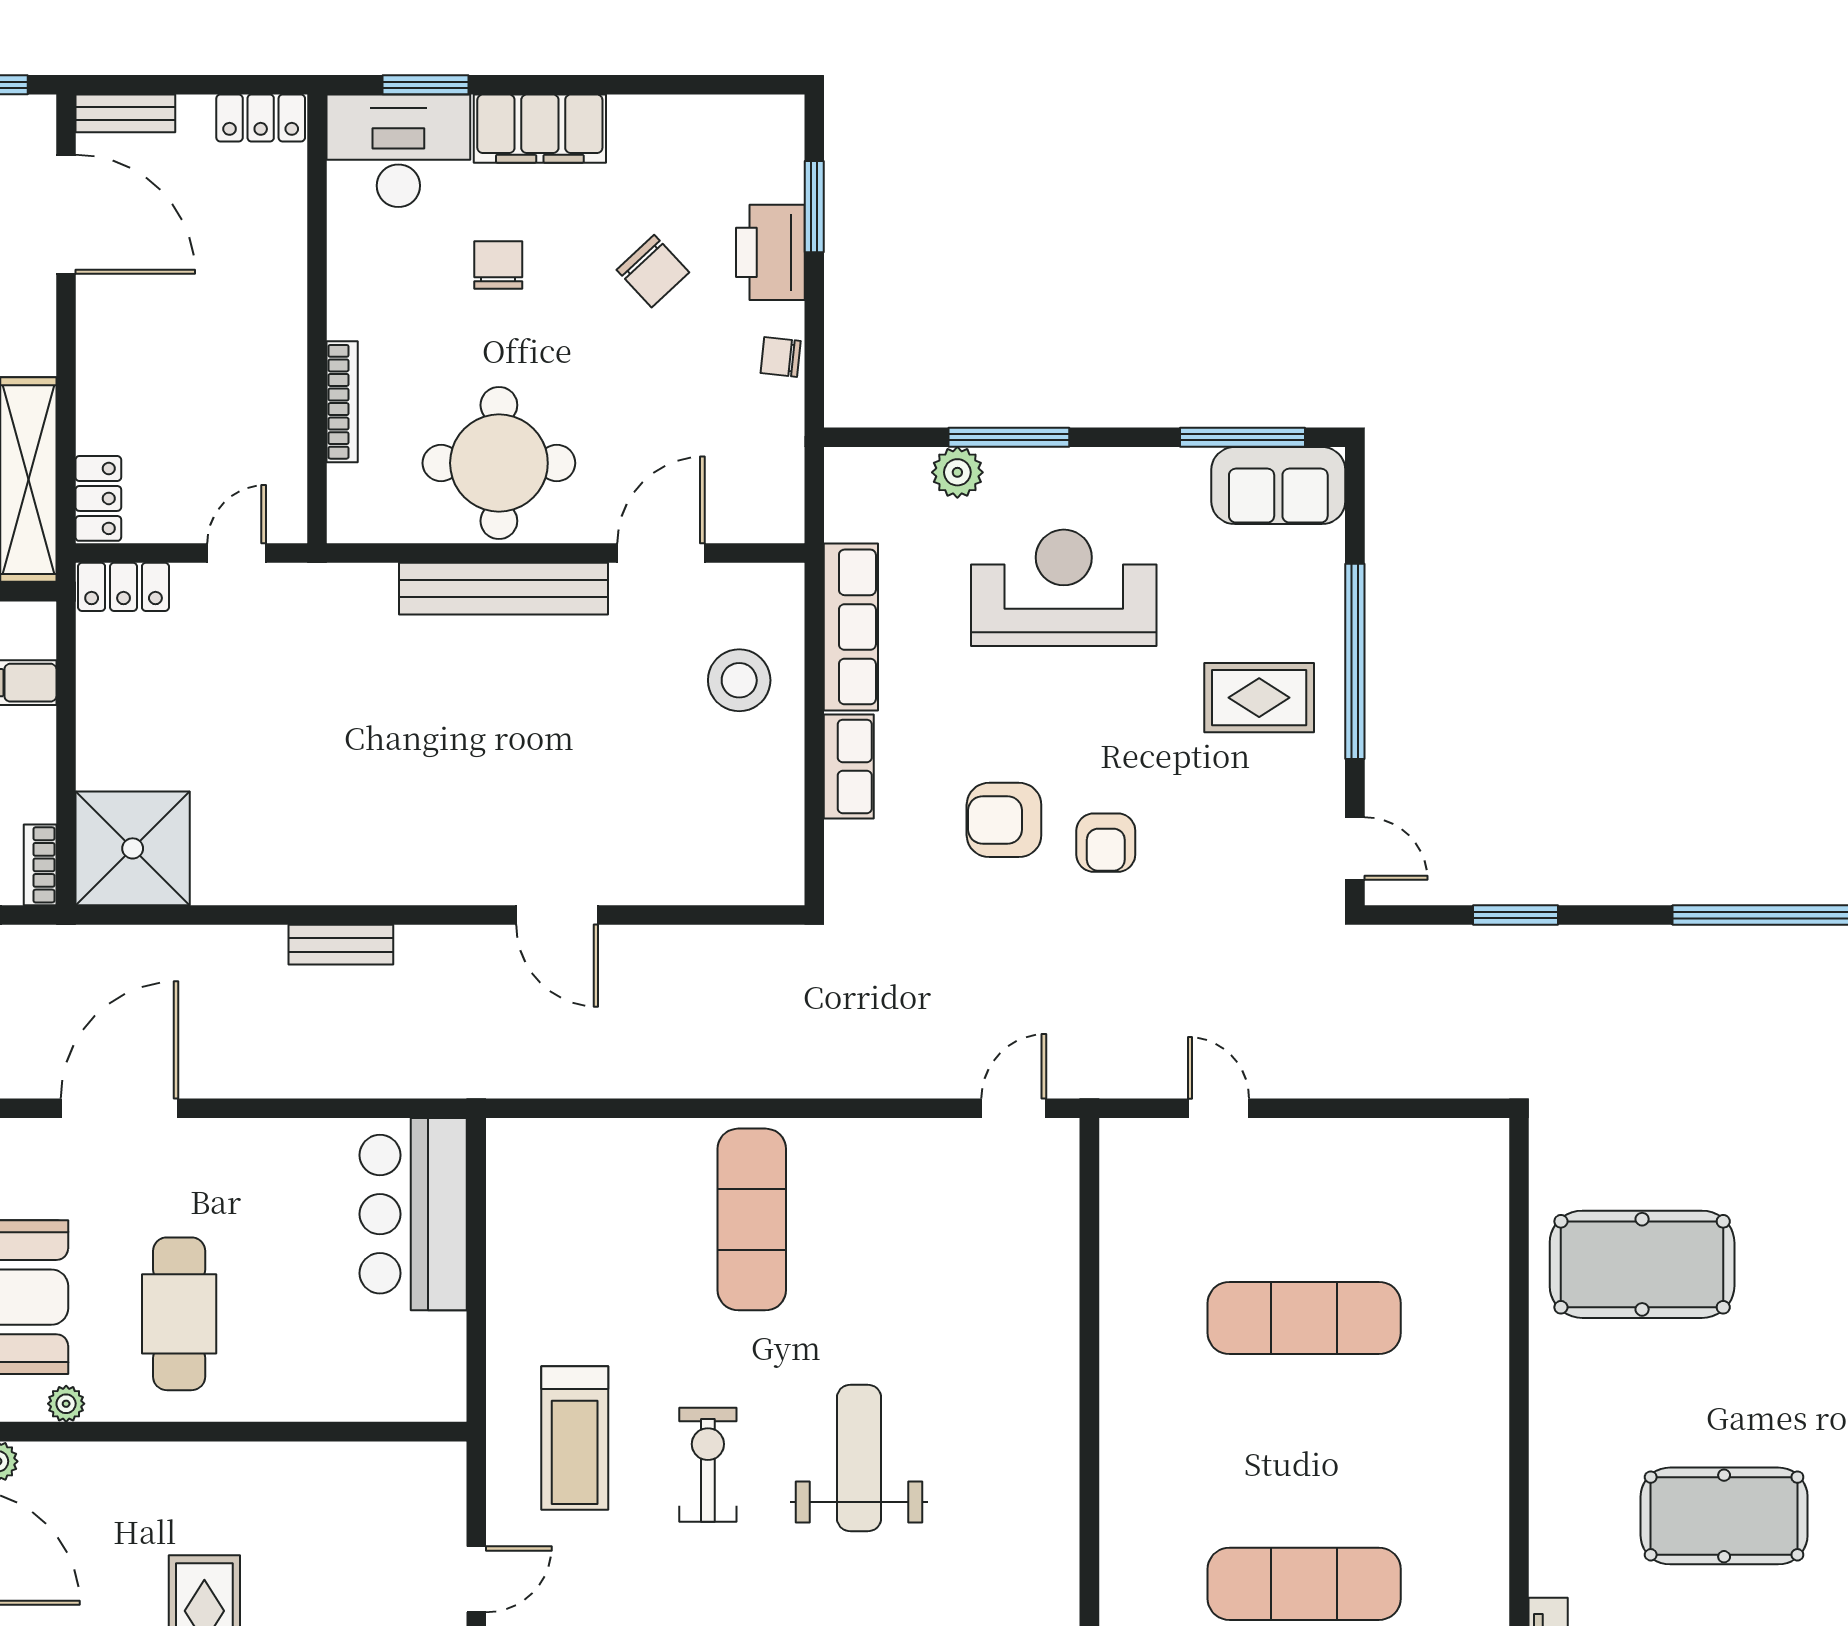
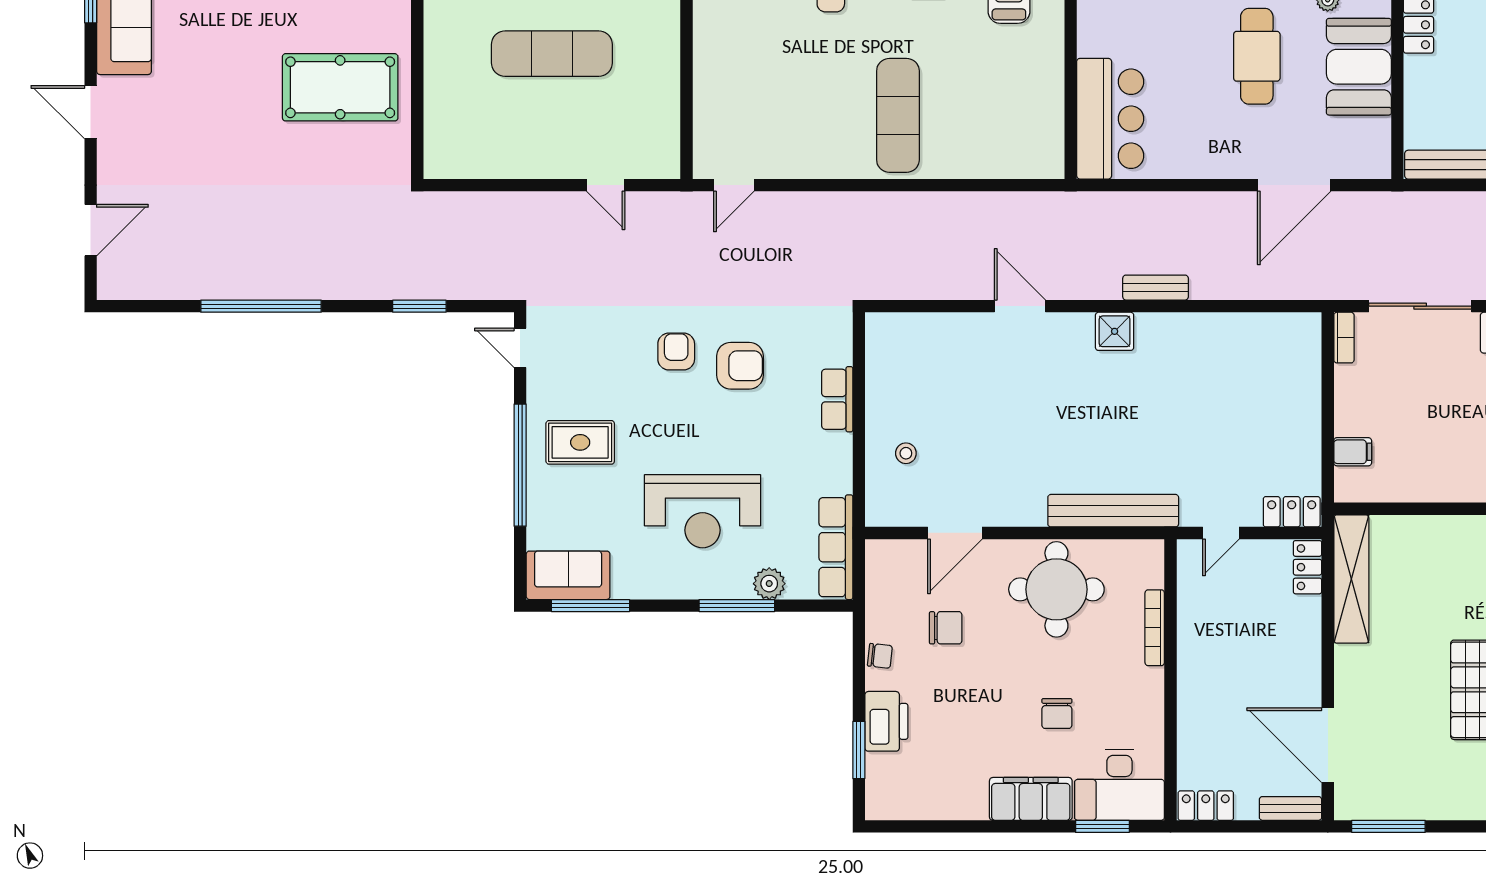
chair: (653, 271) -> (946, 628), moved, turned 133
bench: (503, 589) -> (1113, 511), moved
row of seats: (851, 627) -> (836, 547), moved
stool: (739, 680) -> (906, 453), width x0.53, depth x0.53
shower: (133, 848) -> (1115, 331), moved, width x0.54, depth x0.54

